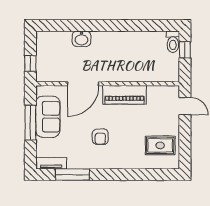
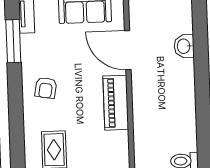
armchair: (100, 137) -> (46, 88), moved, turned -80

